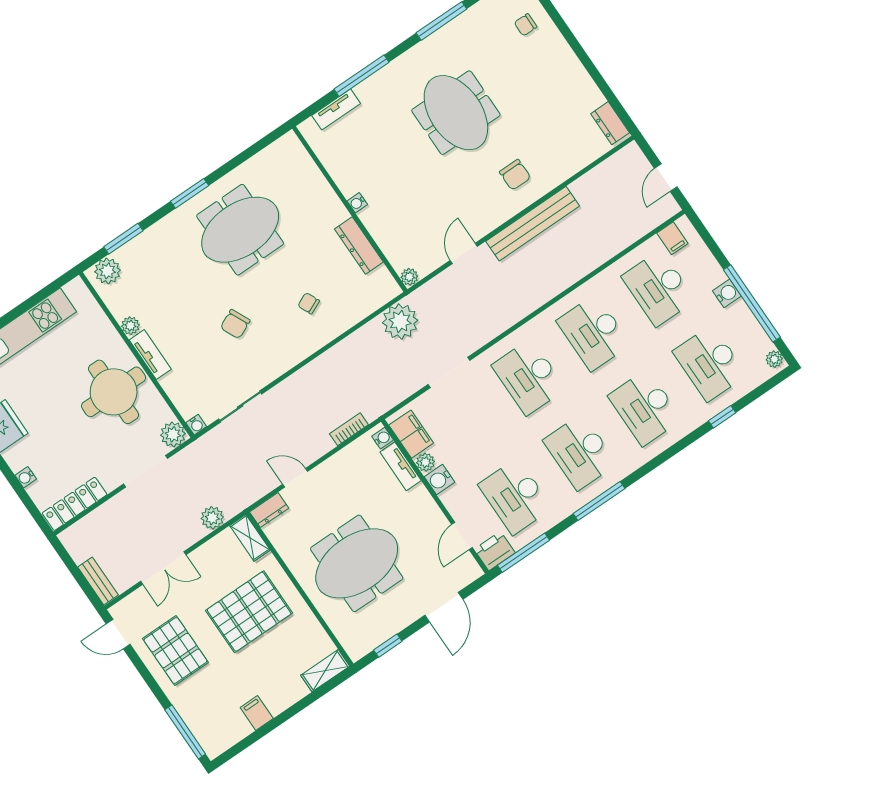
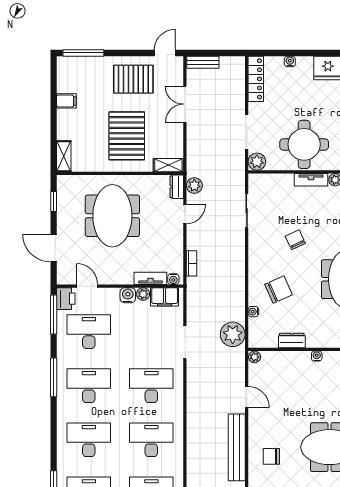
dresser: (359, 245) -> (292, 340), width x0.70
chair: (309, 303) -> (279, 290), width x1.87, depth x1.87
water cooler: (196, 425) -> (253, 312), moved
plant: (212, 518) -> (194, 186), moved

